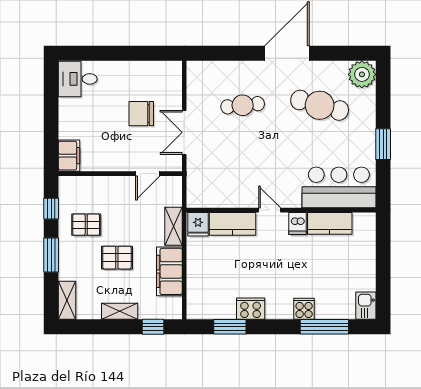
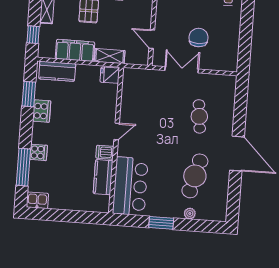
plant: (362, 74) -> (190, 213), moved, width x0.53, depth x0.53
kitchen counter: (233, 224) -> (57, 71), moved, turned -90

